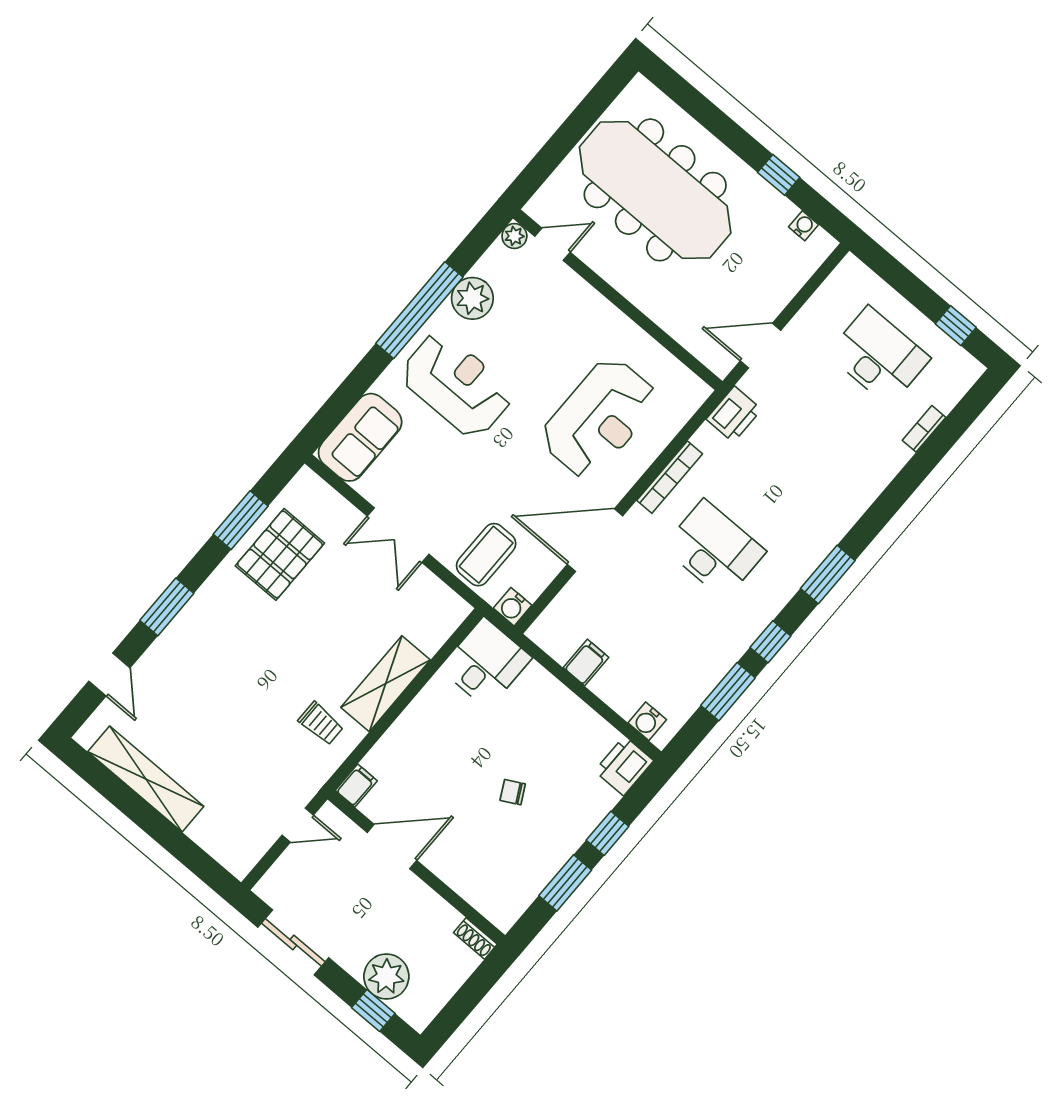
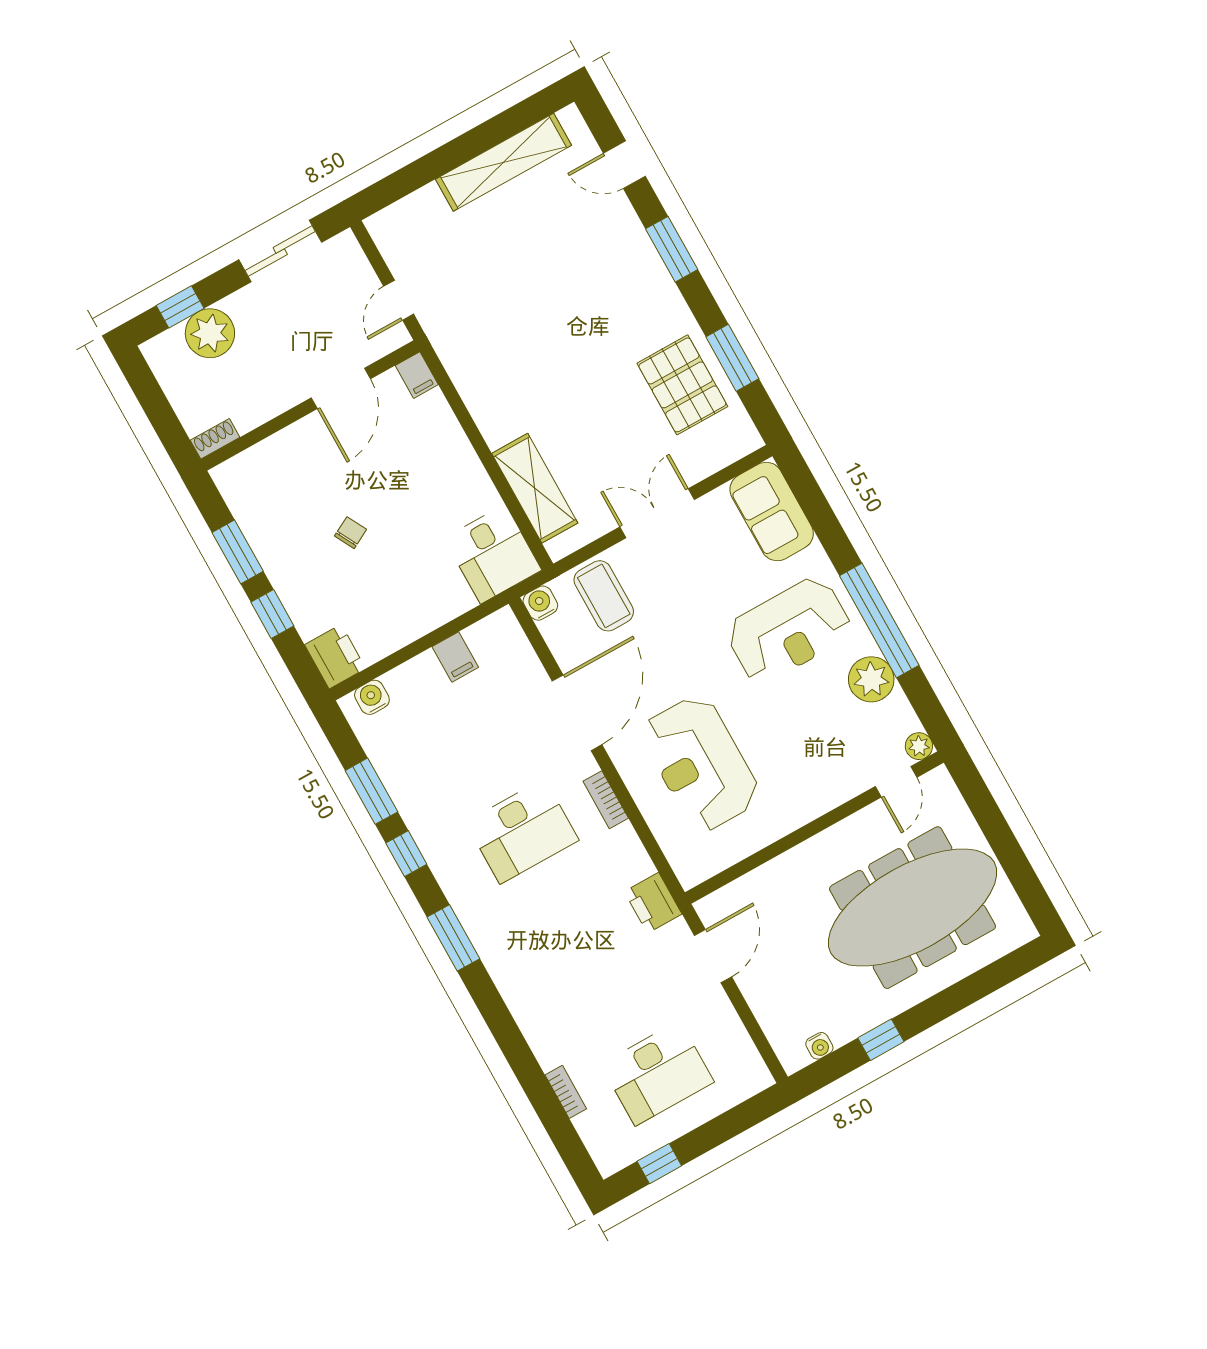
bookcase: (670, 477) -> (606, 800), width x0.64
shelving: (386, 684) -> (535, 488), moved
trolley: (321, 723) -> (494, 362), removed

